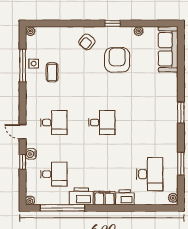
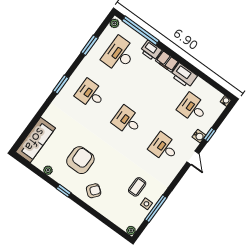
armchair: (117, 60) -> (80, 160), turned 180
desk: (150, 123) -> (90, 94), added
window: (63, 208) -> (141, 31), moved

